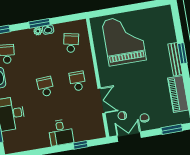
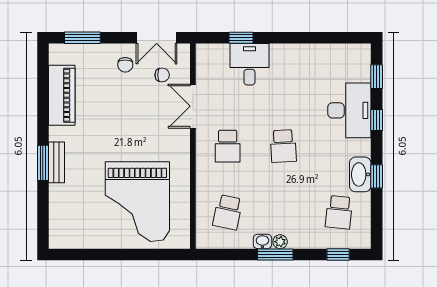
bench: (175, 59) -> (56, 162), width x0.73
desk: (61, 133) -> (249, 64), moved

